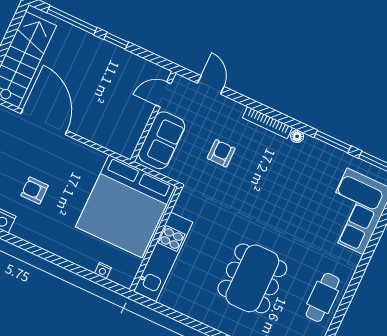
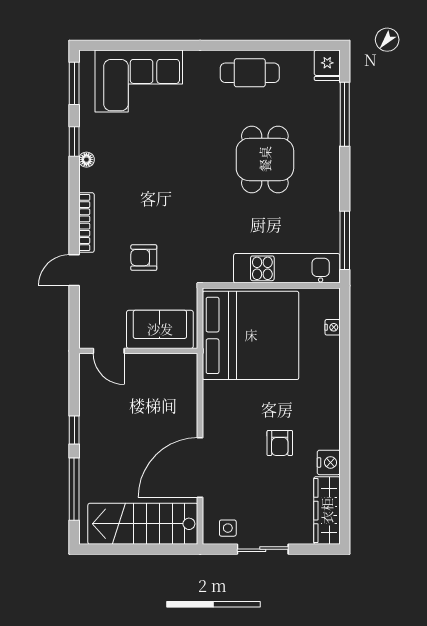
door: (211, 85) -> (74, 270), moved
floor lamp: (297, 136) -> (86, 160), moved
window: (333, 142) -> (74, 141), width x0.67
dining table: (252, 278) -> (265, 159), width x0.73
window: (164, 310) -> (345, 240), added

